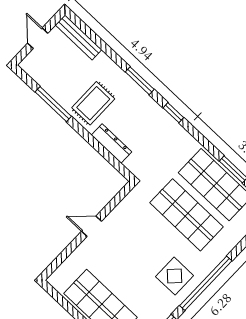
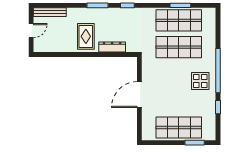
door: (38, 38) -> (31, 31), swing flipped
window: (53, 104) -> (68, 55), removed
door: (91, 226) -> (139, 95), width x1.88

